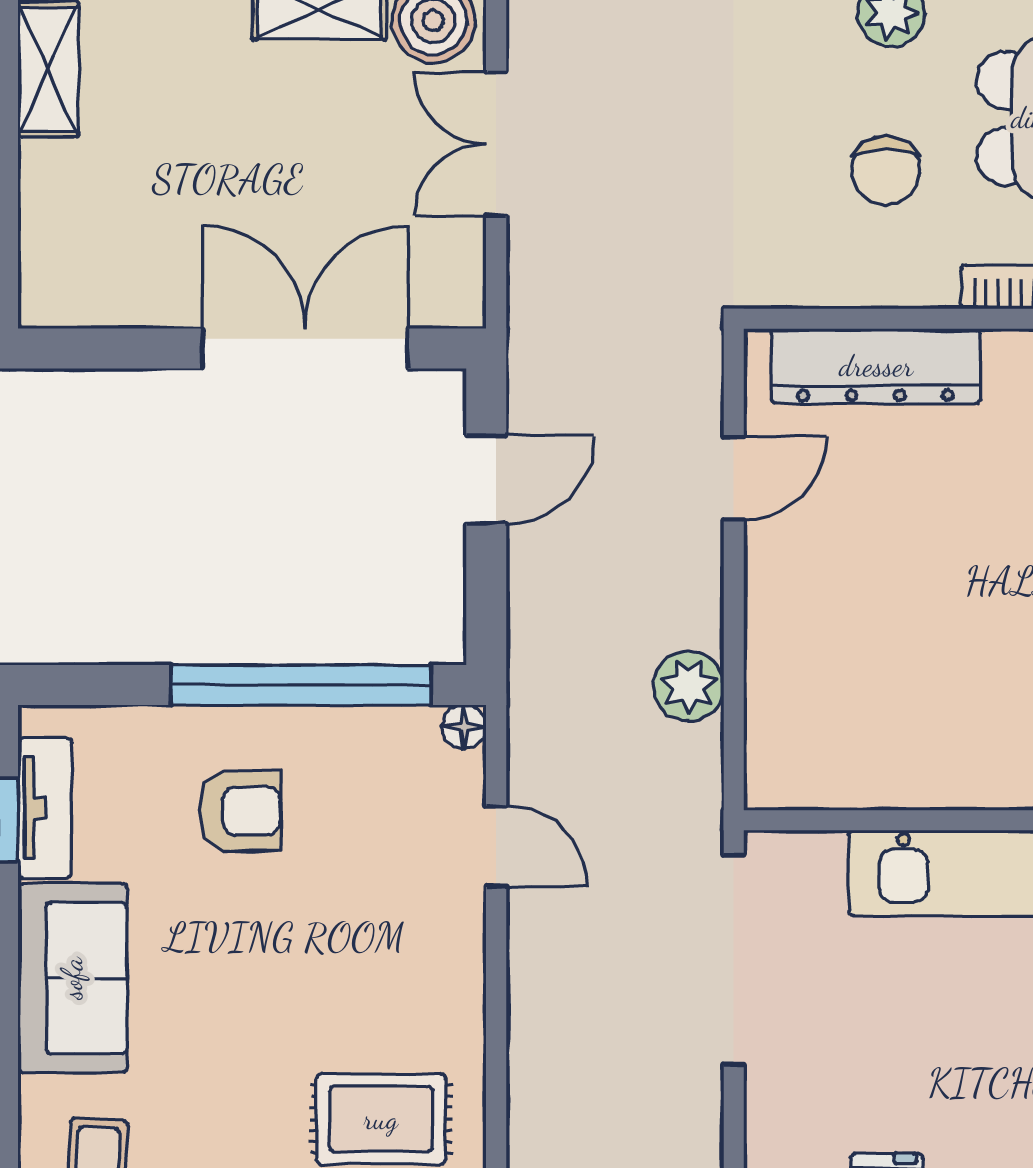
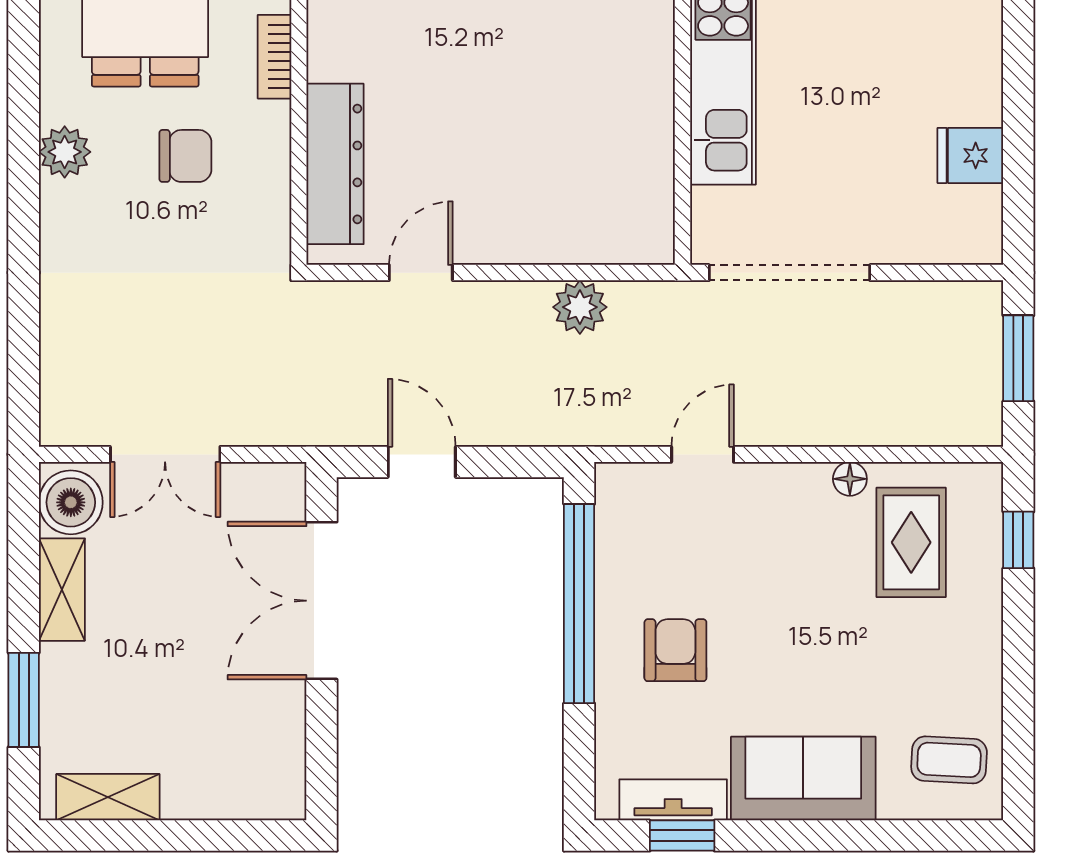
door: (734, 478) -> (421, 273), hinge flipped
floor lamp: (464, 727) -> (850, 479), moved

